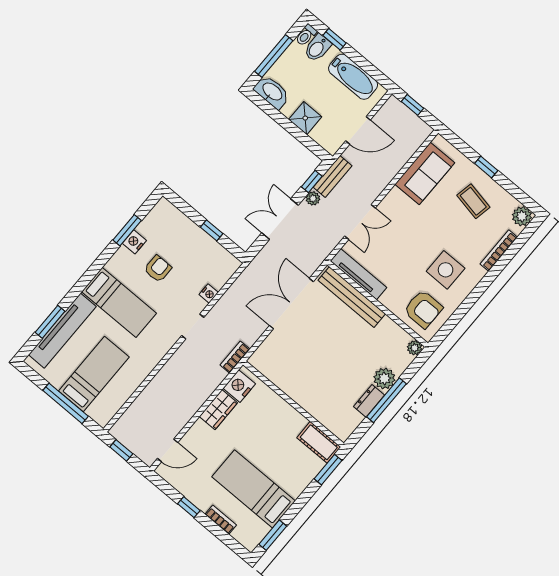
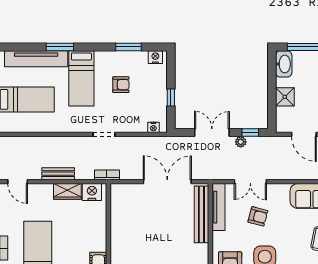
bench: (333, 176) -> (58, 174), moved
nightstand: (134, 242) -> (155, 57), moved
armchair: (400, 243) -> (258, 216), added
nightstand: (209, 294) -> (153, 127), moved
window: (50, 322) -> (60, 47), moved

